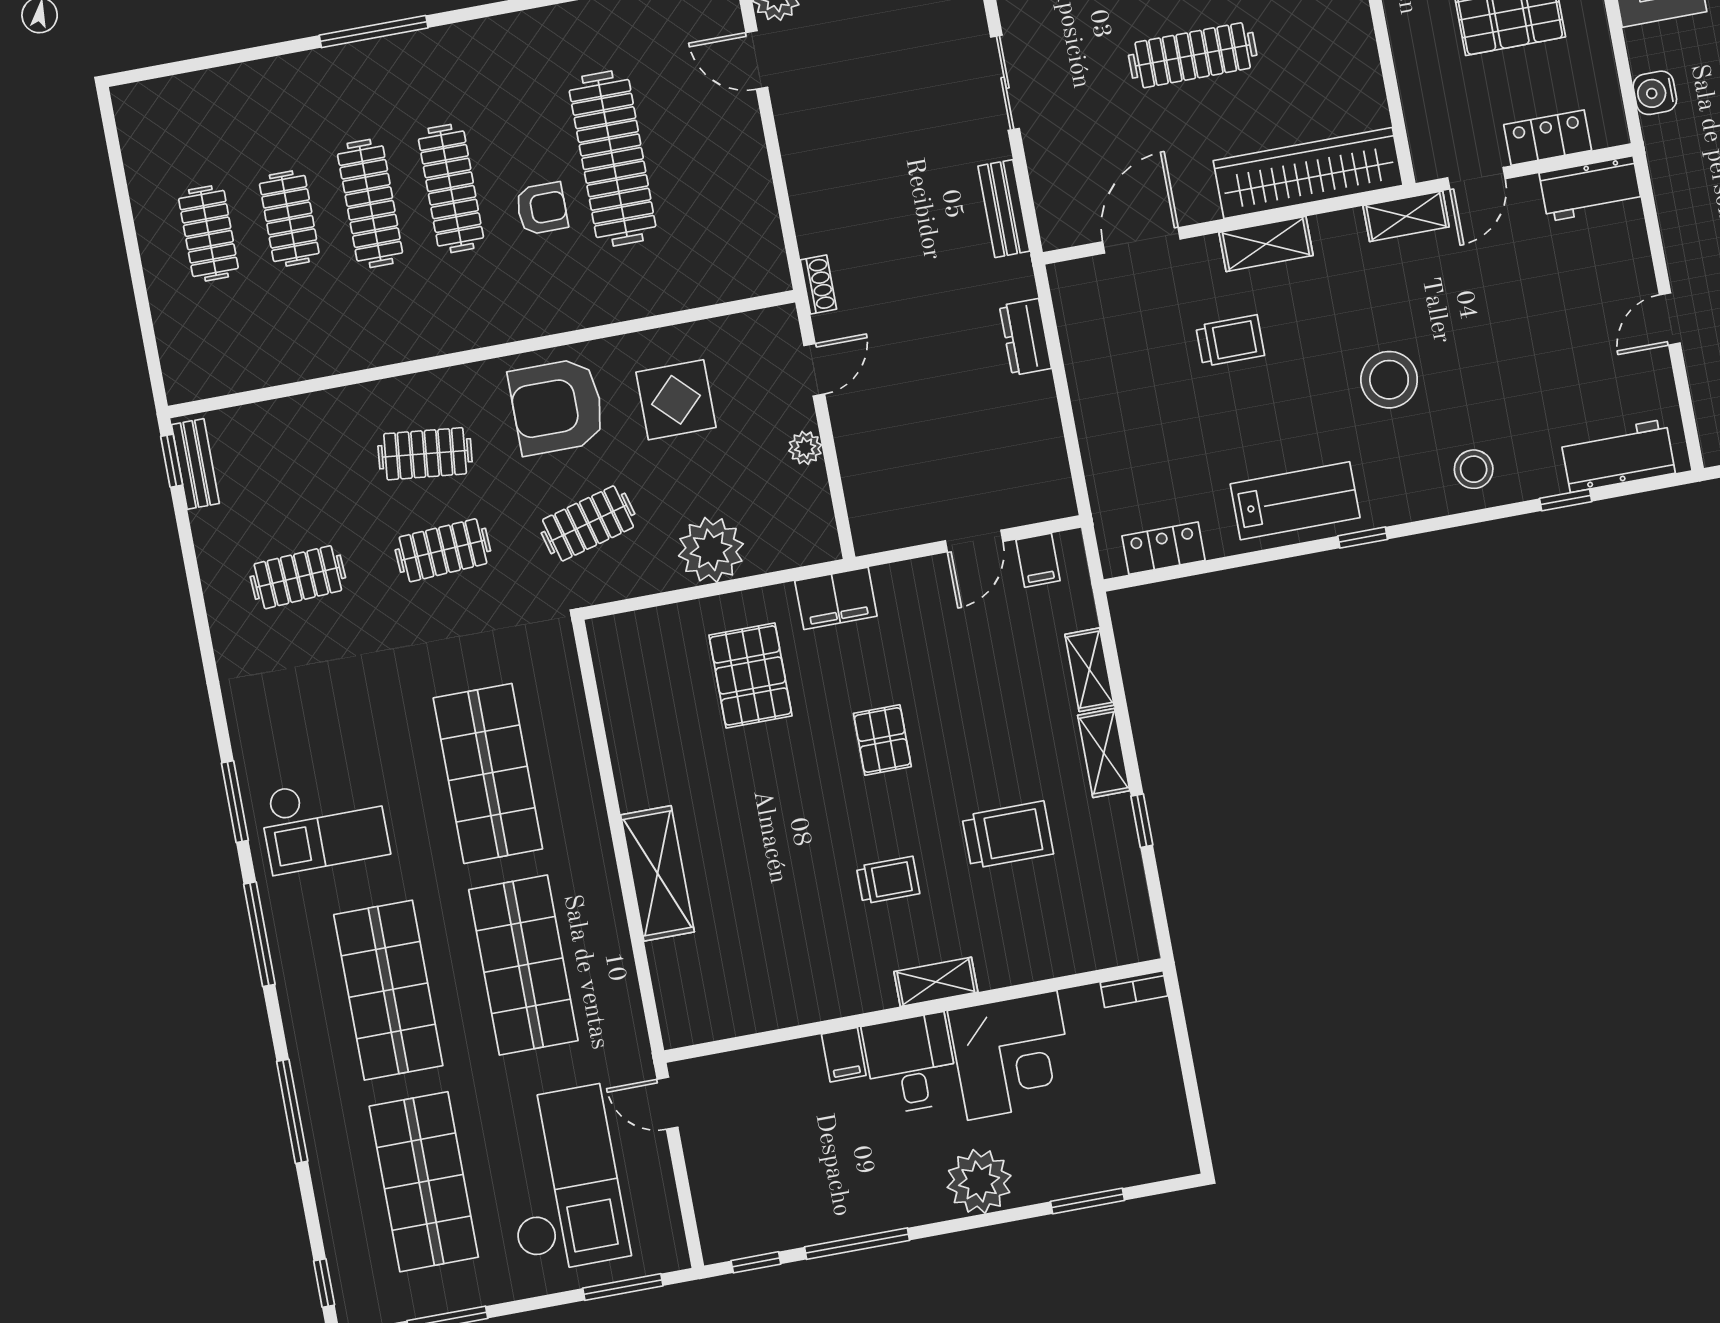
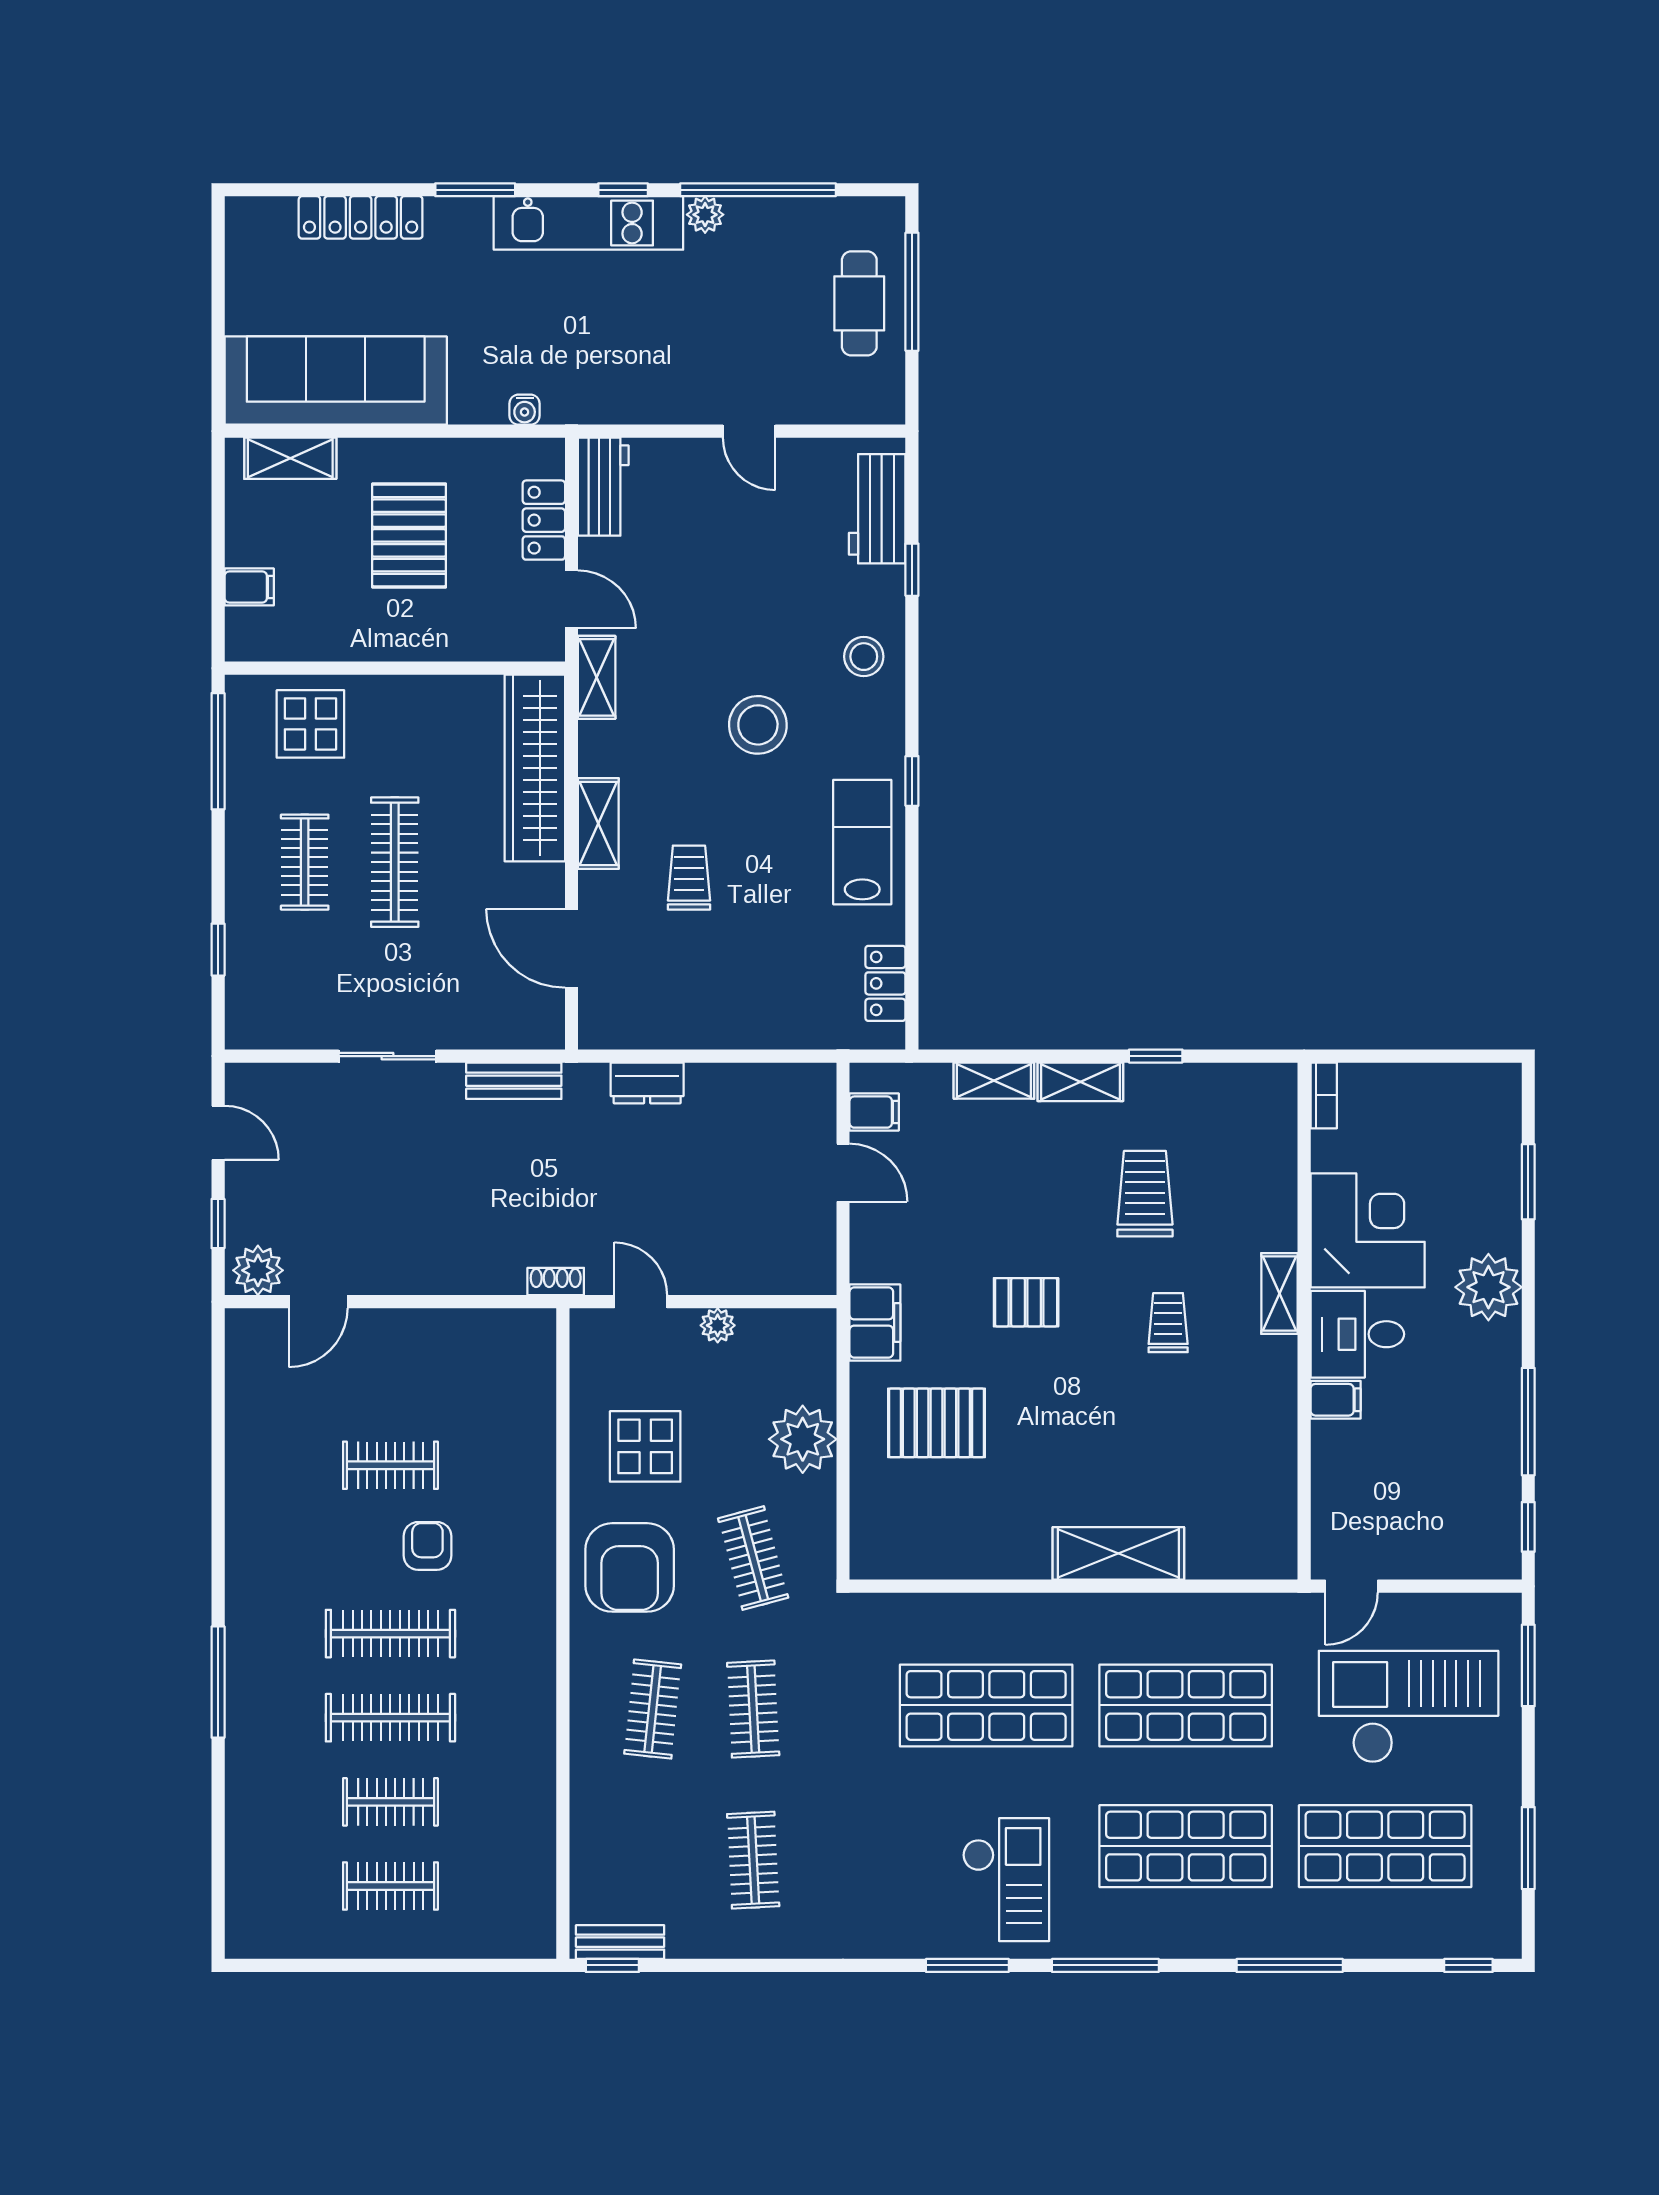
water cooler: (1655, 93) -> (525, 410), width x0.72, depth x0.72
clothes rail: (613, 159) -> (390, 1465), width x0.54, depth x0.76

